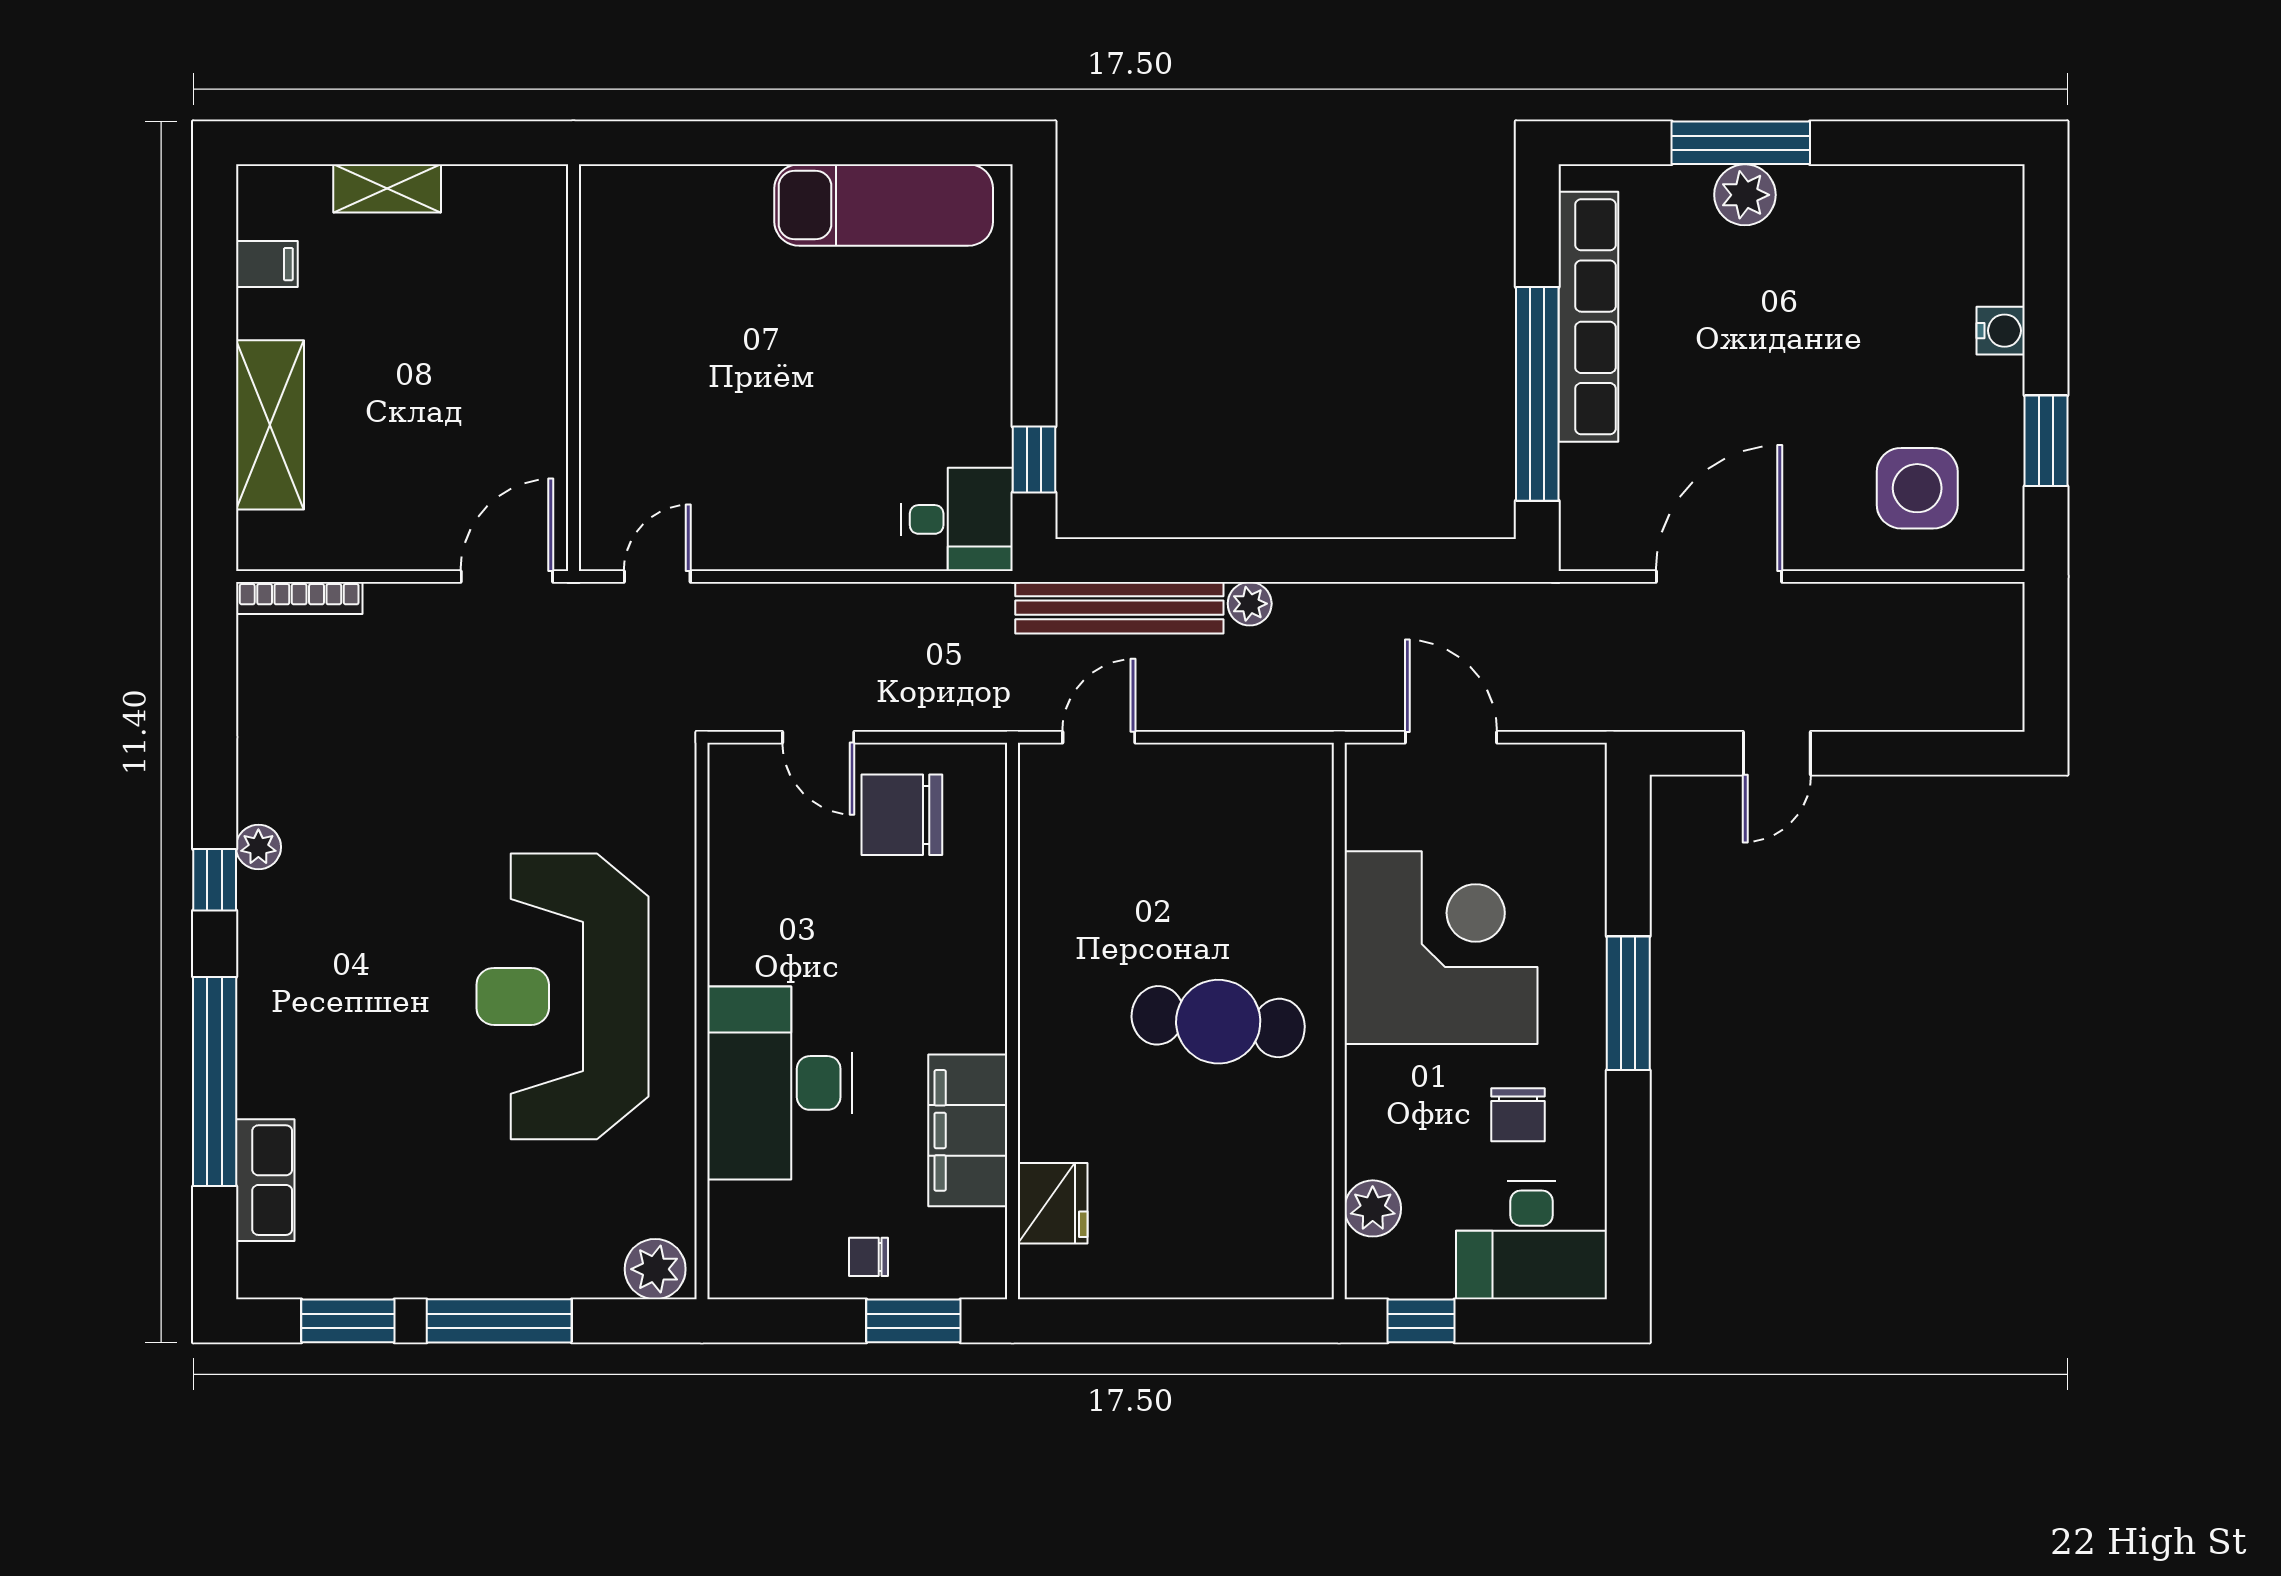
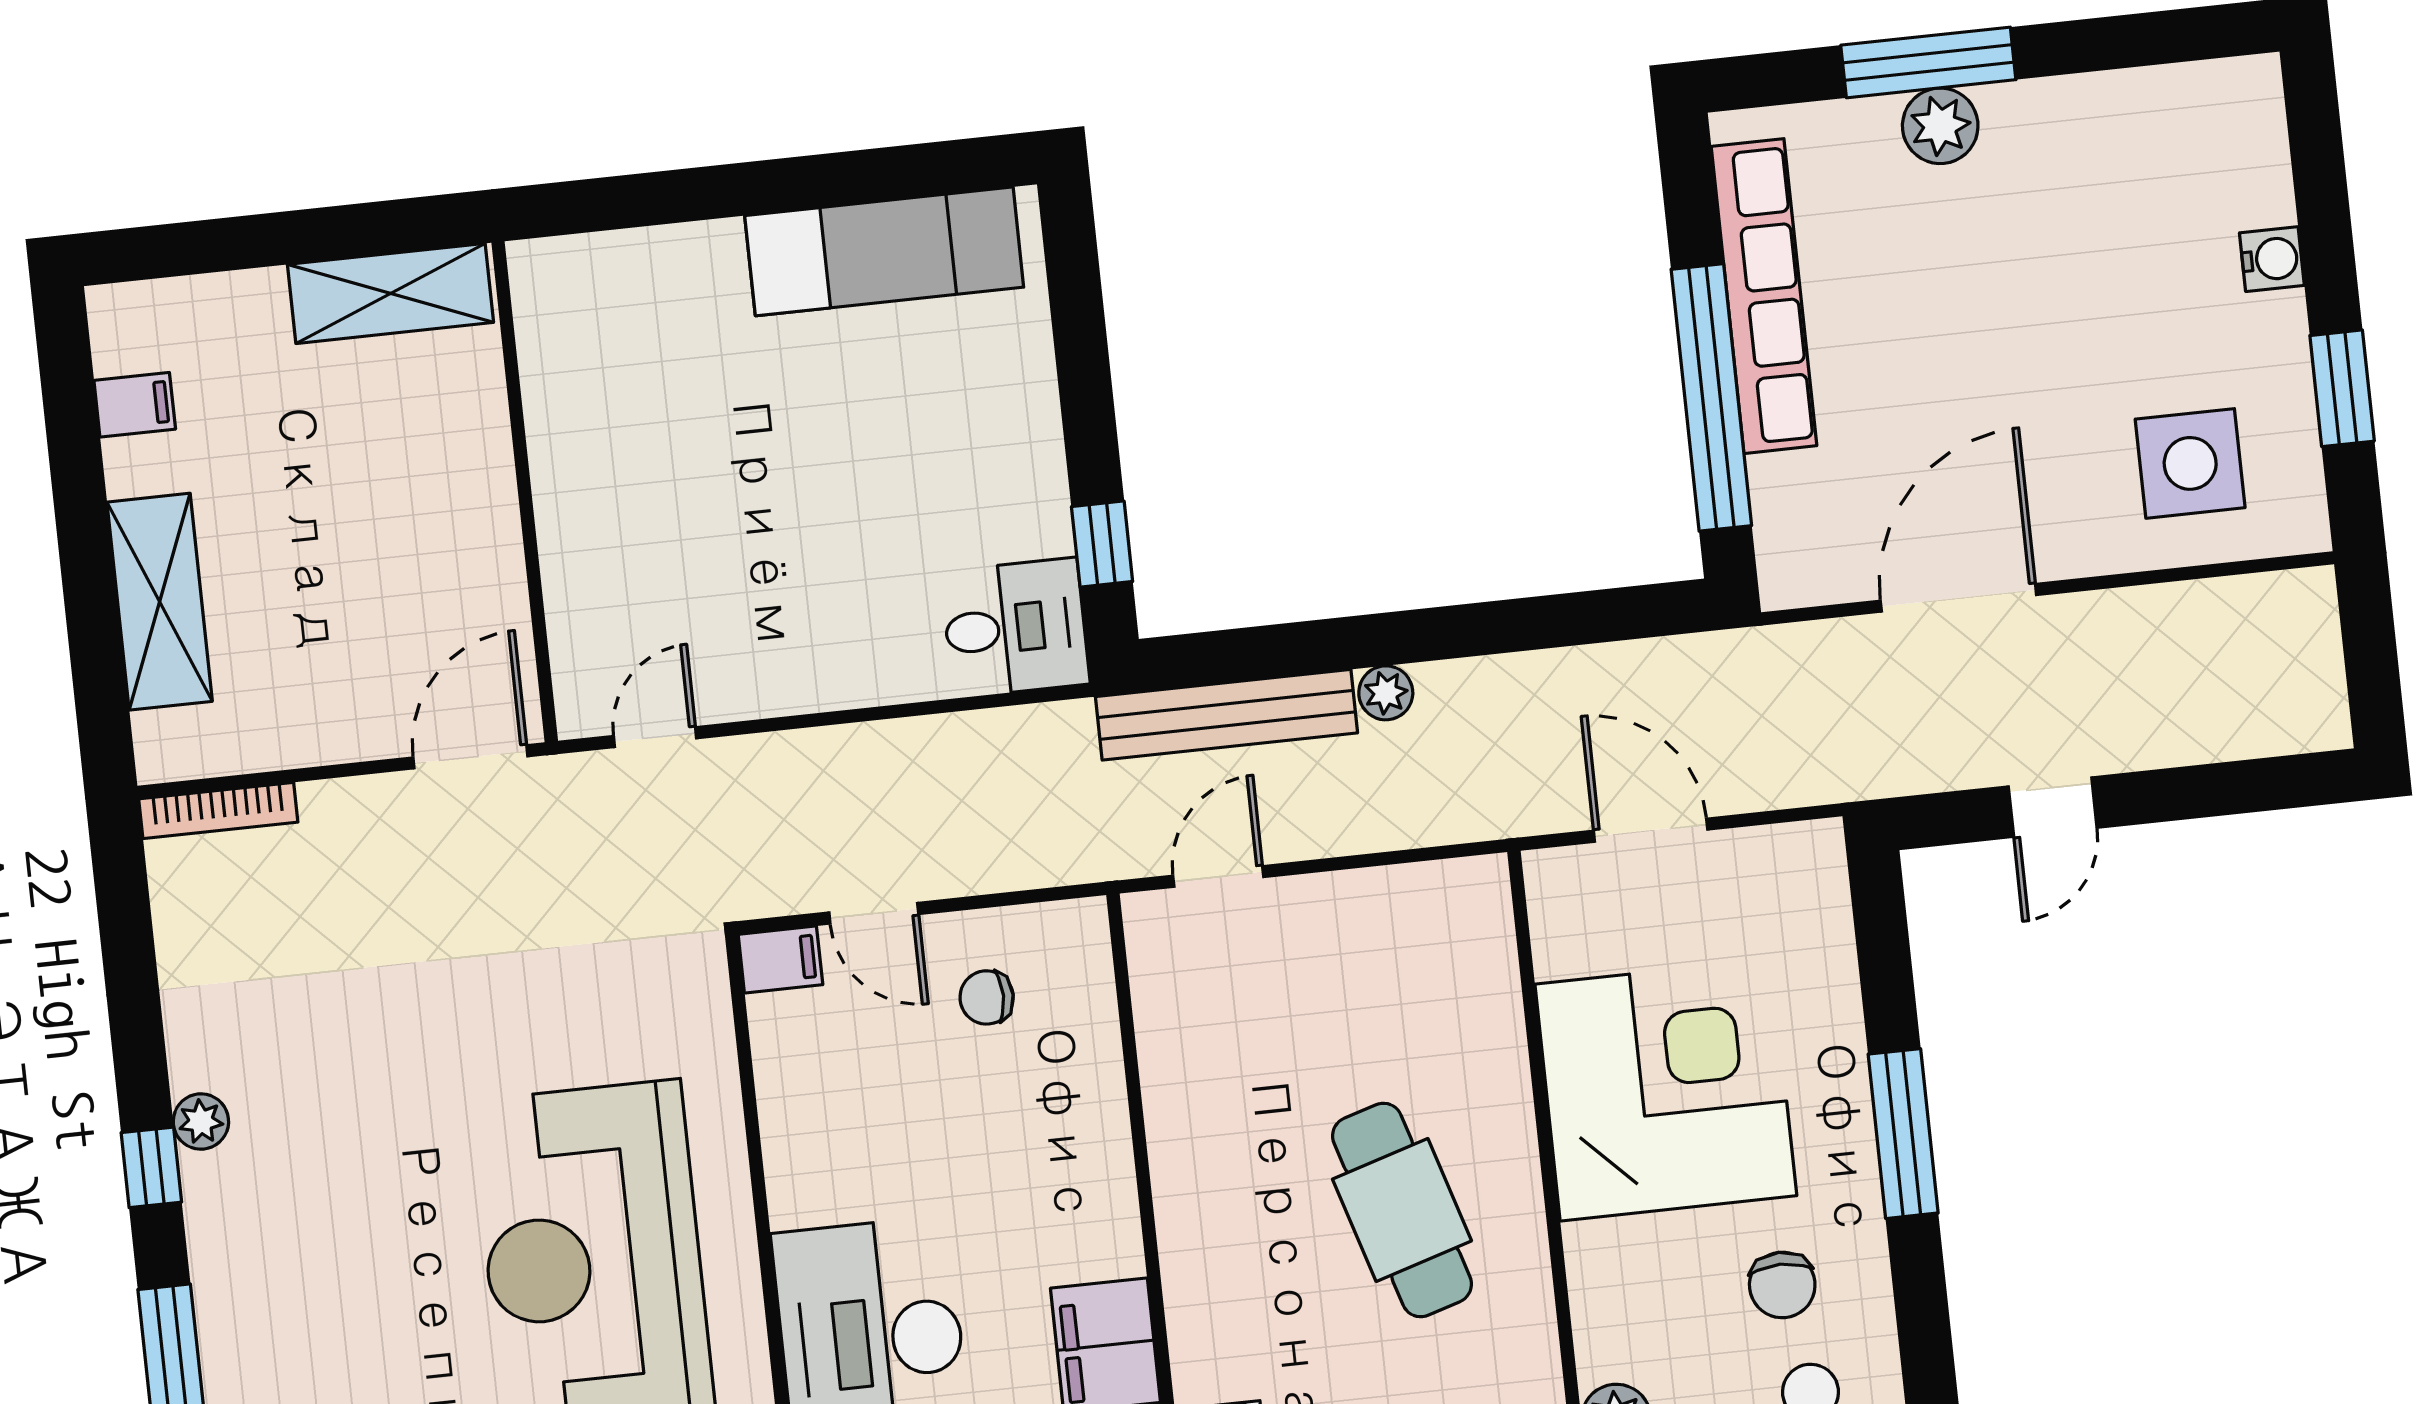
shelving: (387, 188) -> (390, 293), moved, width x1.50, depth x1.33
filing cabinet: (739, 766) -> (780, 960), added
chair: (902, 815) -> (987, 997), width x0.54, depth x0.54
cafe table: (1218, 1022) -> (1402, 1210), turned 67

